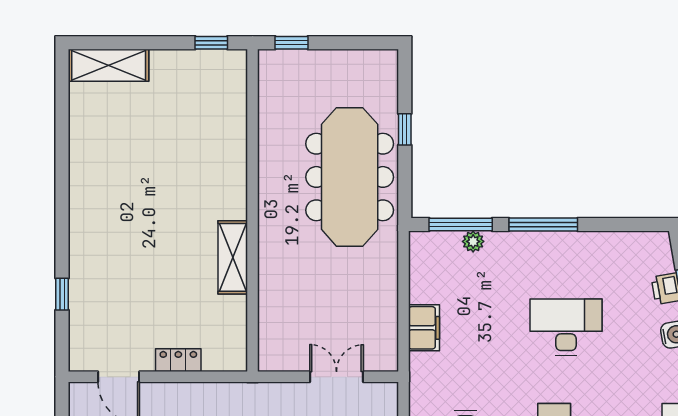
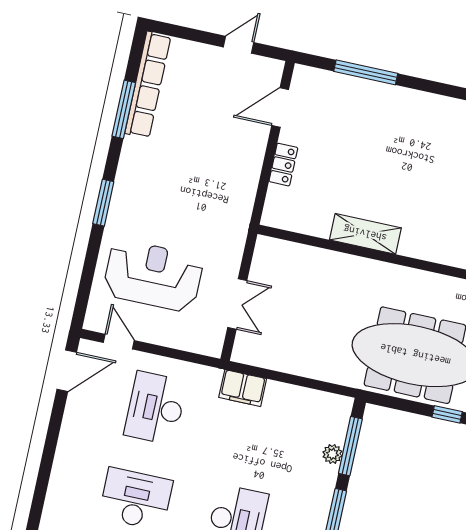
window: (62, 294) -> (366, 72), width x2.17
filing cabinet: (424, 328) -> (243, 388), moved

